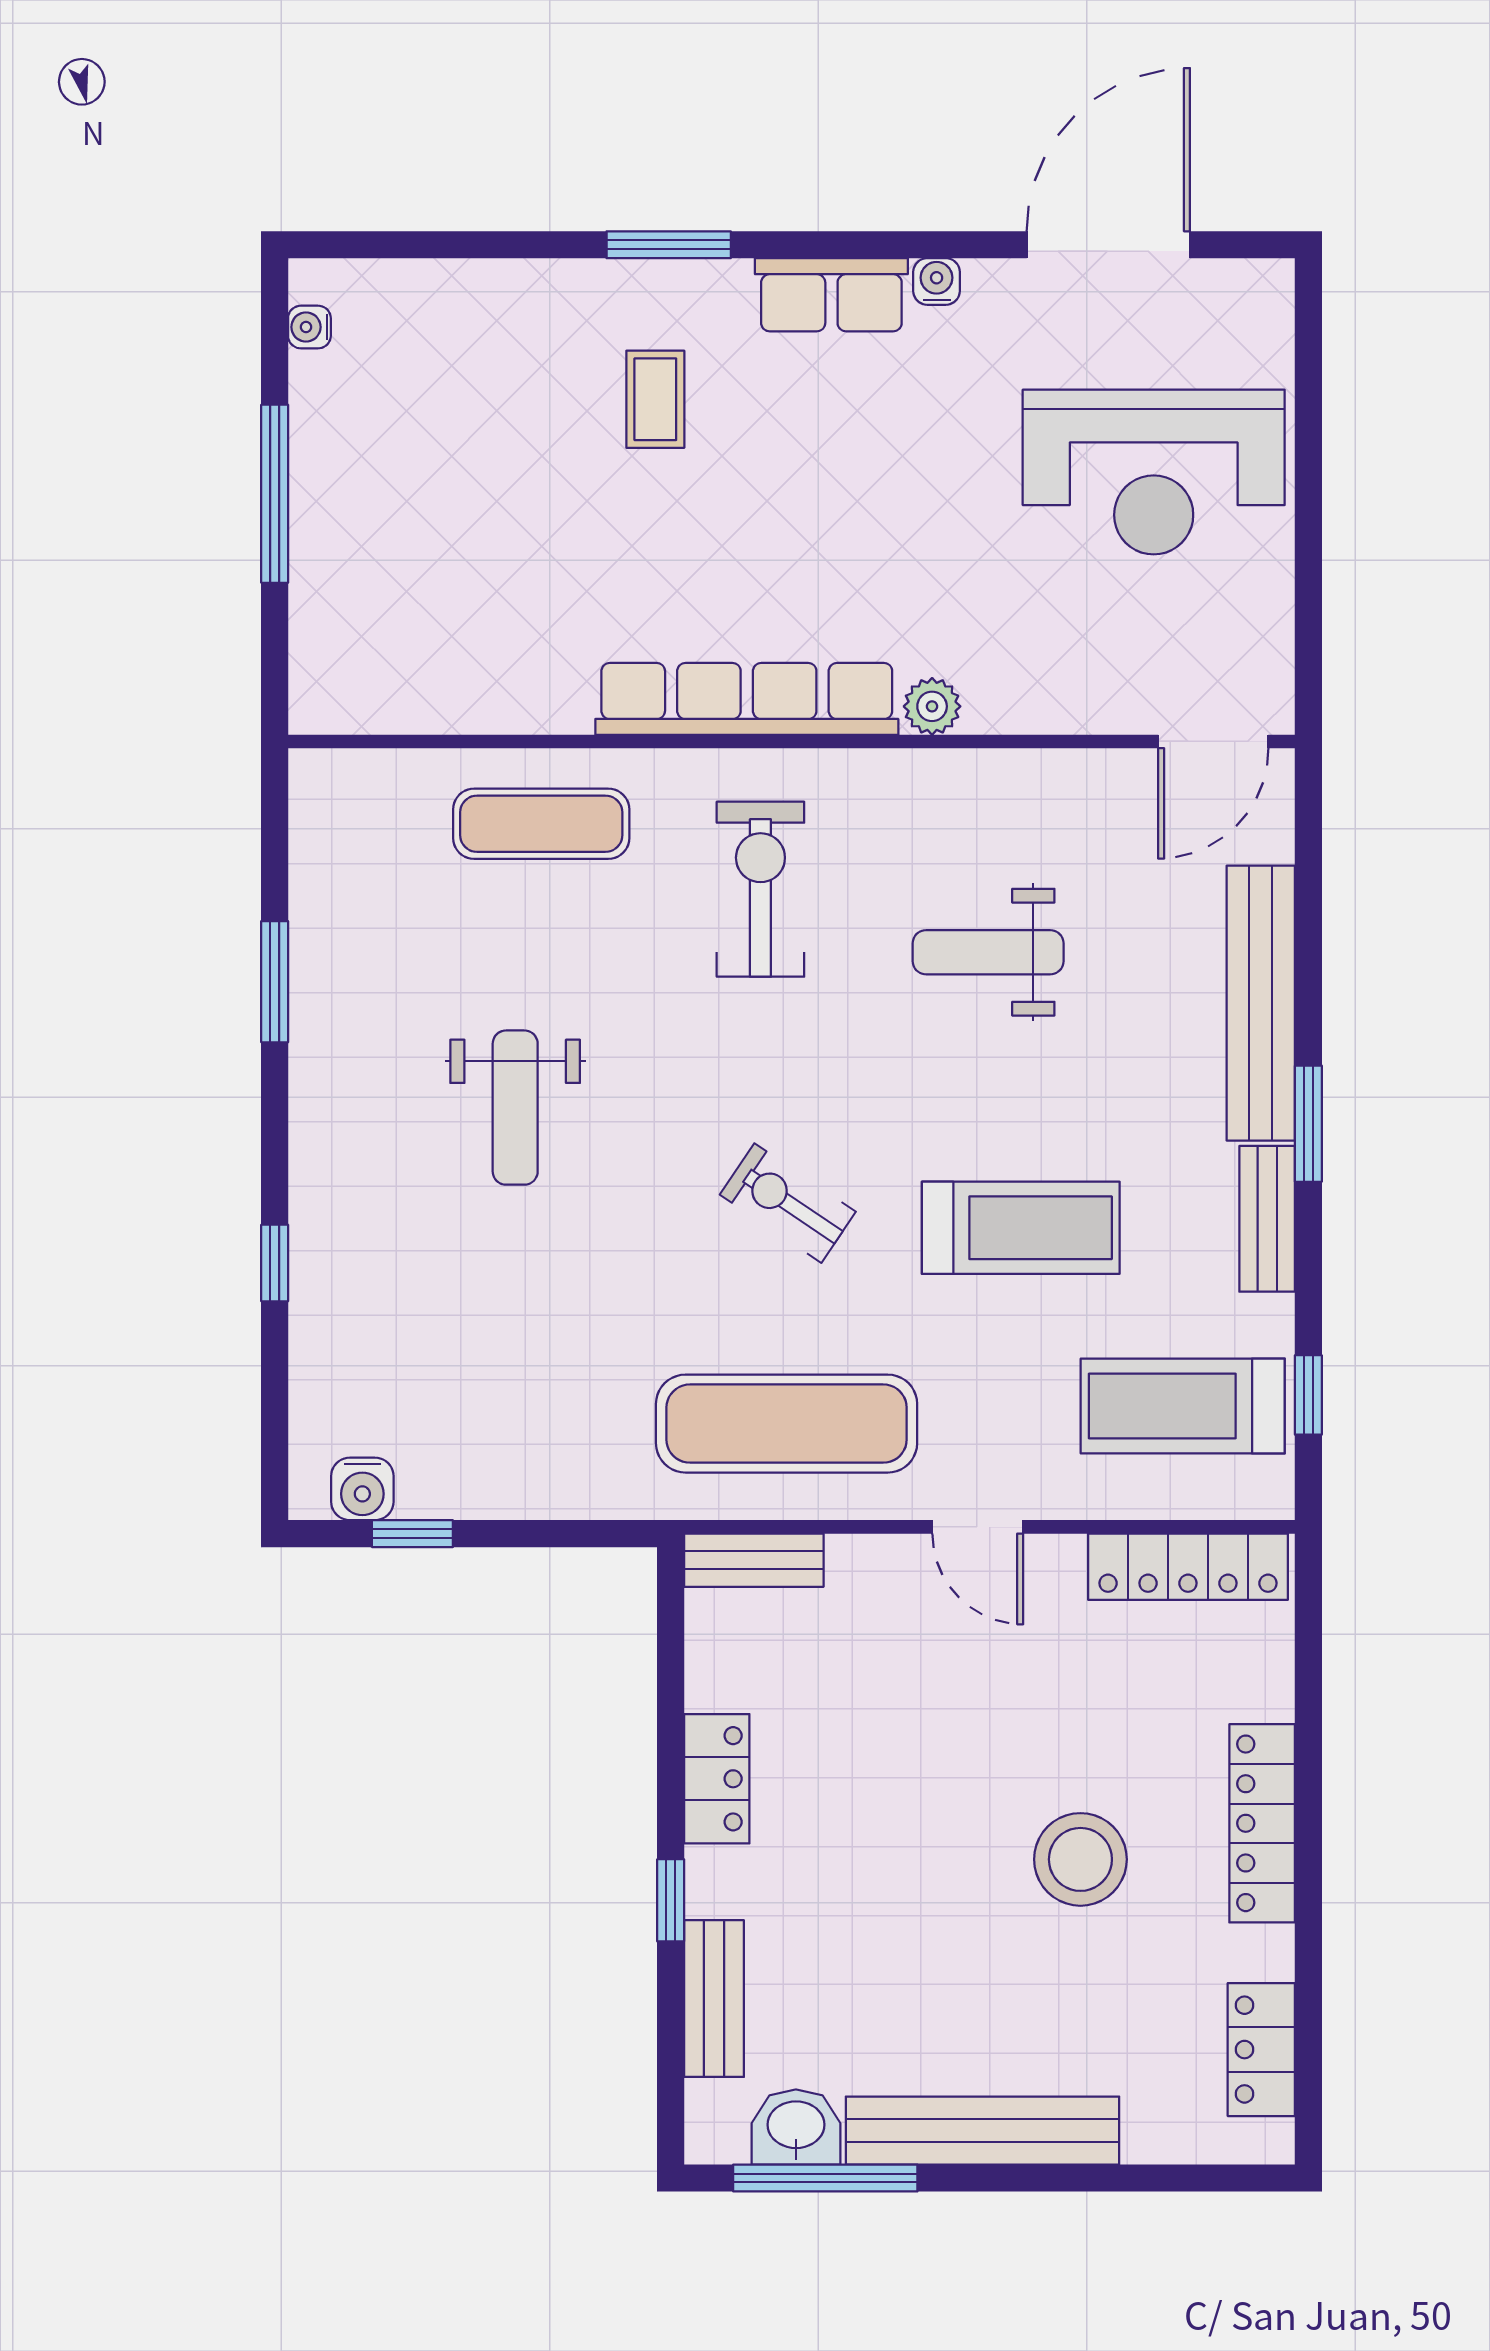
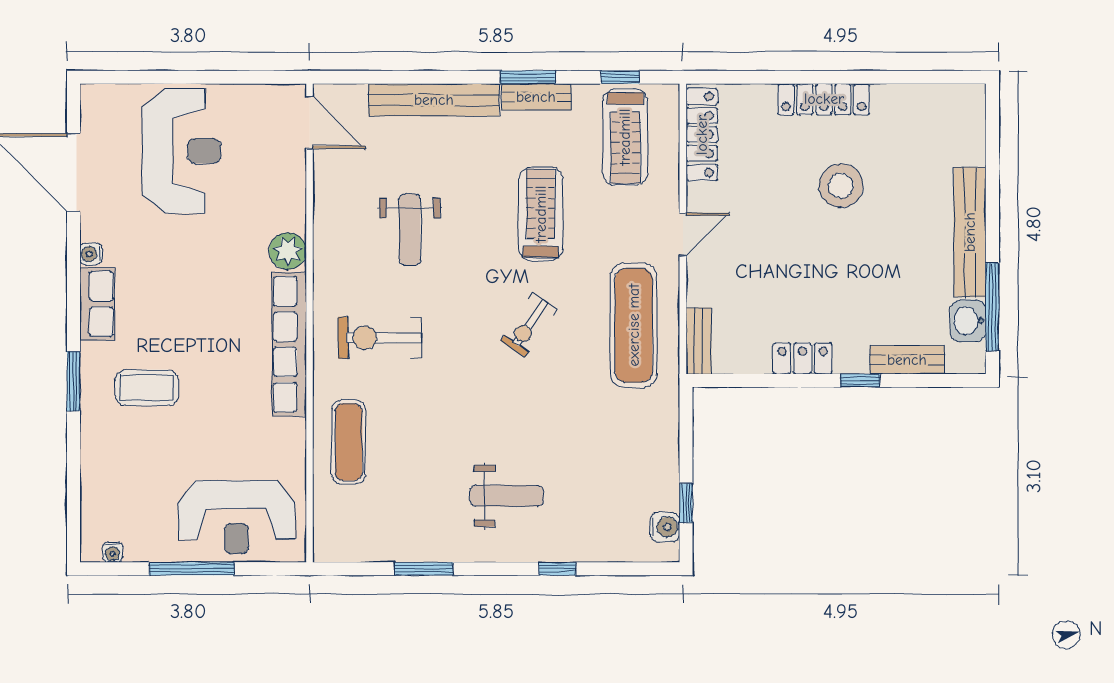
coffee table: (655, 399) -> (147, 388), width x1.36, depth x1.30
reception desk: (383, 588) -> (236, 517), added
plant: (932, 706) -> (288, 251), width x1.38, depth x1.38
weight bench: (515, 1108) -> (507, 496), moved
window: (1308, 1124) -> (528, 77), moved
locker: (1261, 2050) -> (931, 100), removed

